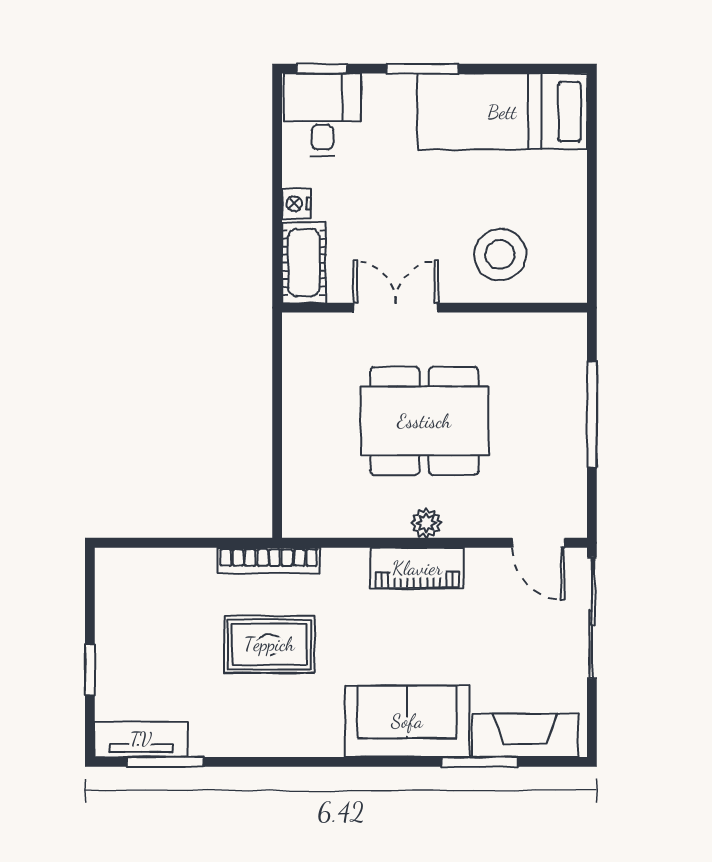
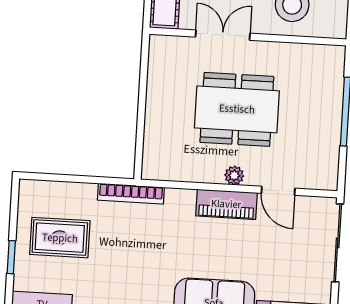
door: (538, 543) -> (278, 191), moved
rug: (269, 644) -> (60, 238), moved

